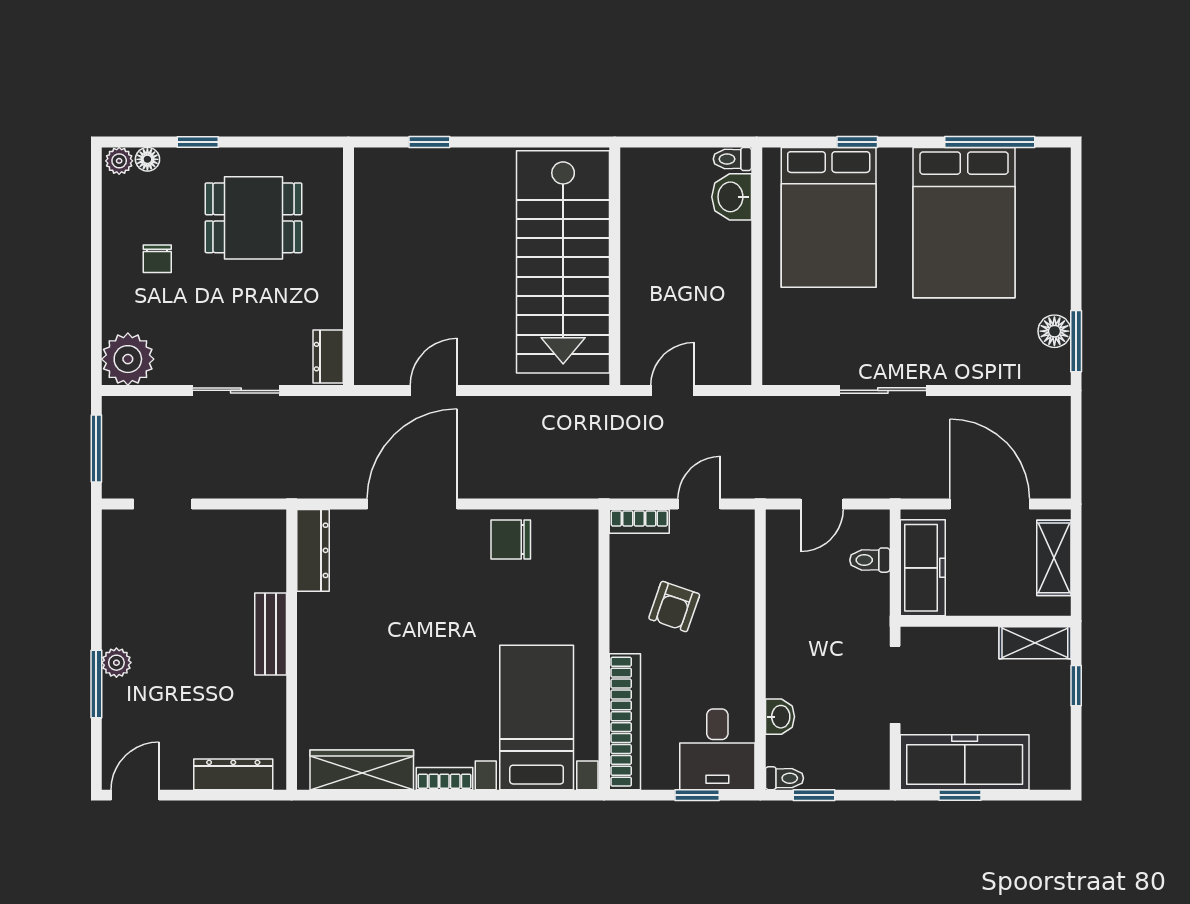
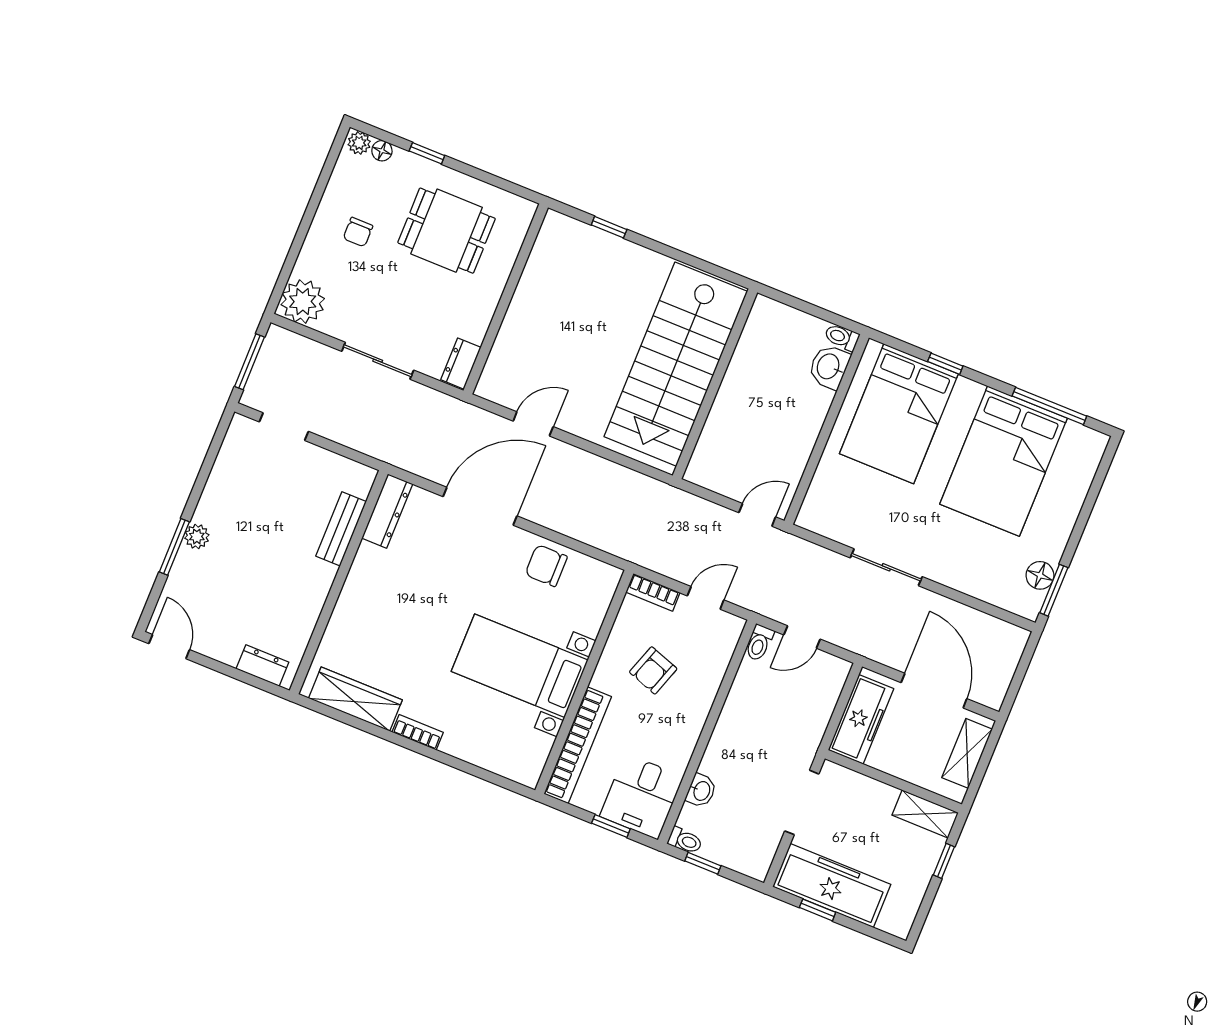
door: (672, 390) -> (757, 515), moved
toilet: (870, 560) -> (759, 643), moved, turned -90
bench: (271, 634) -> (341, 529), moved
bed with nightstands: (537, 717) -> (520, 666), moved, turned -90
dresser: (233, 774) -> (262, 665), width x0.70
door: (135, 795) -> (169, 647), hinge flipped

